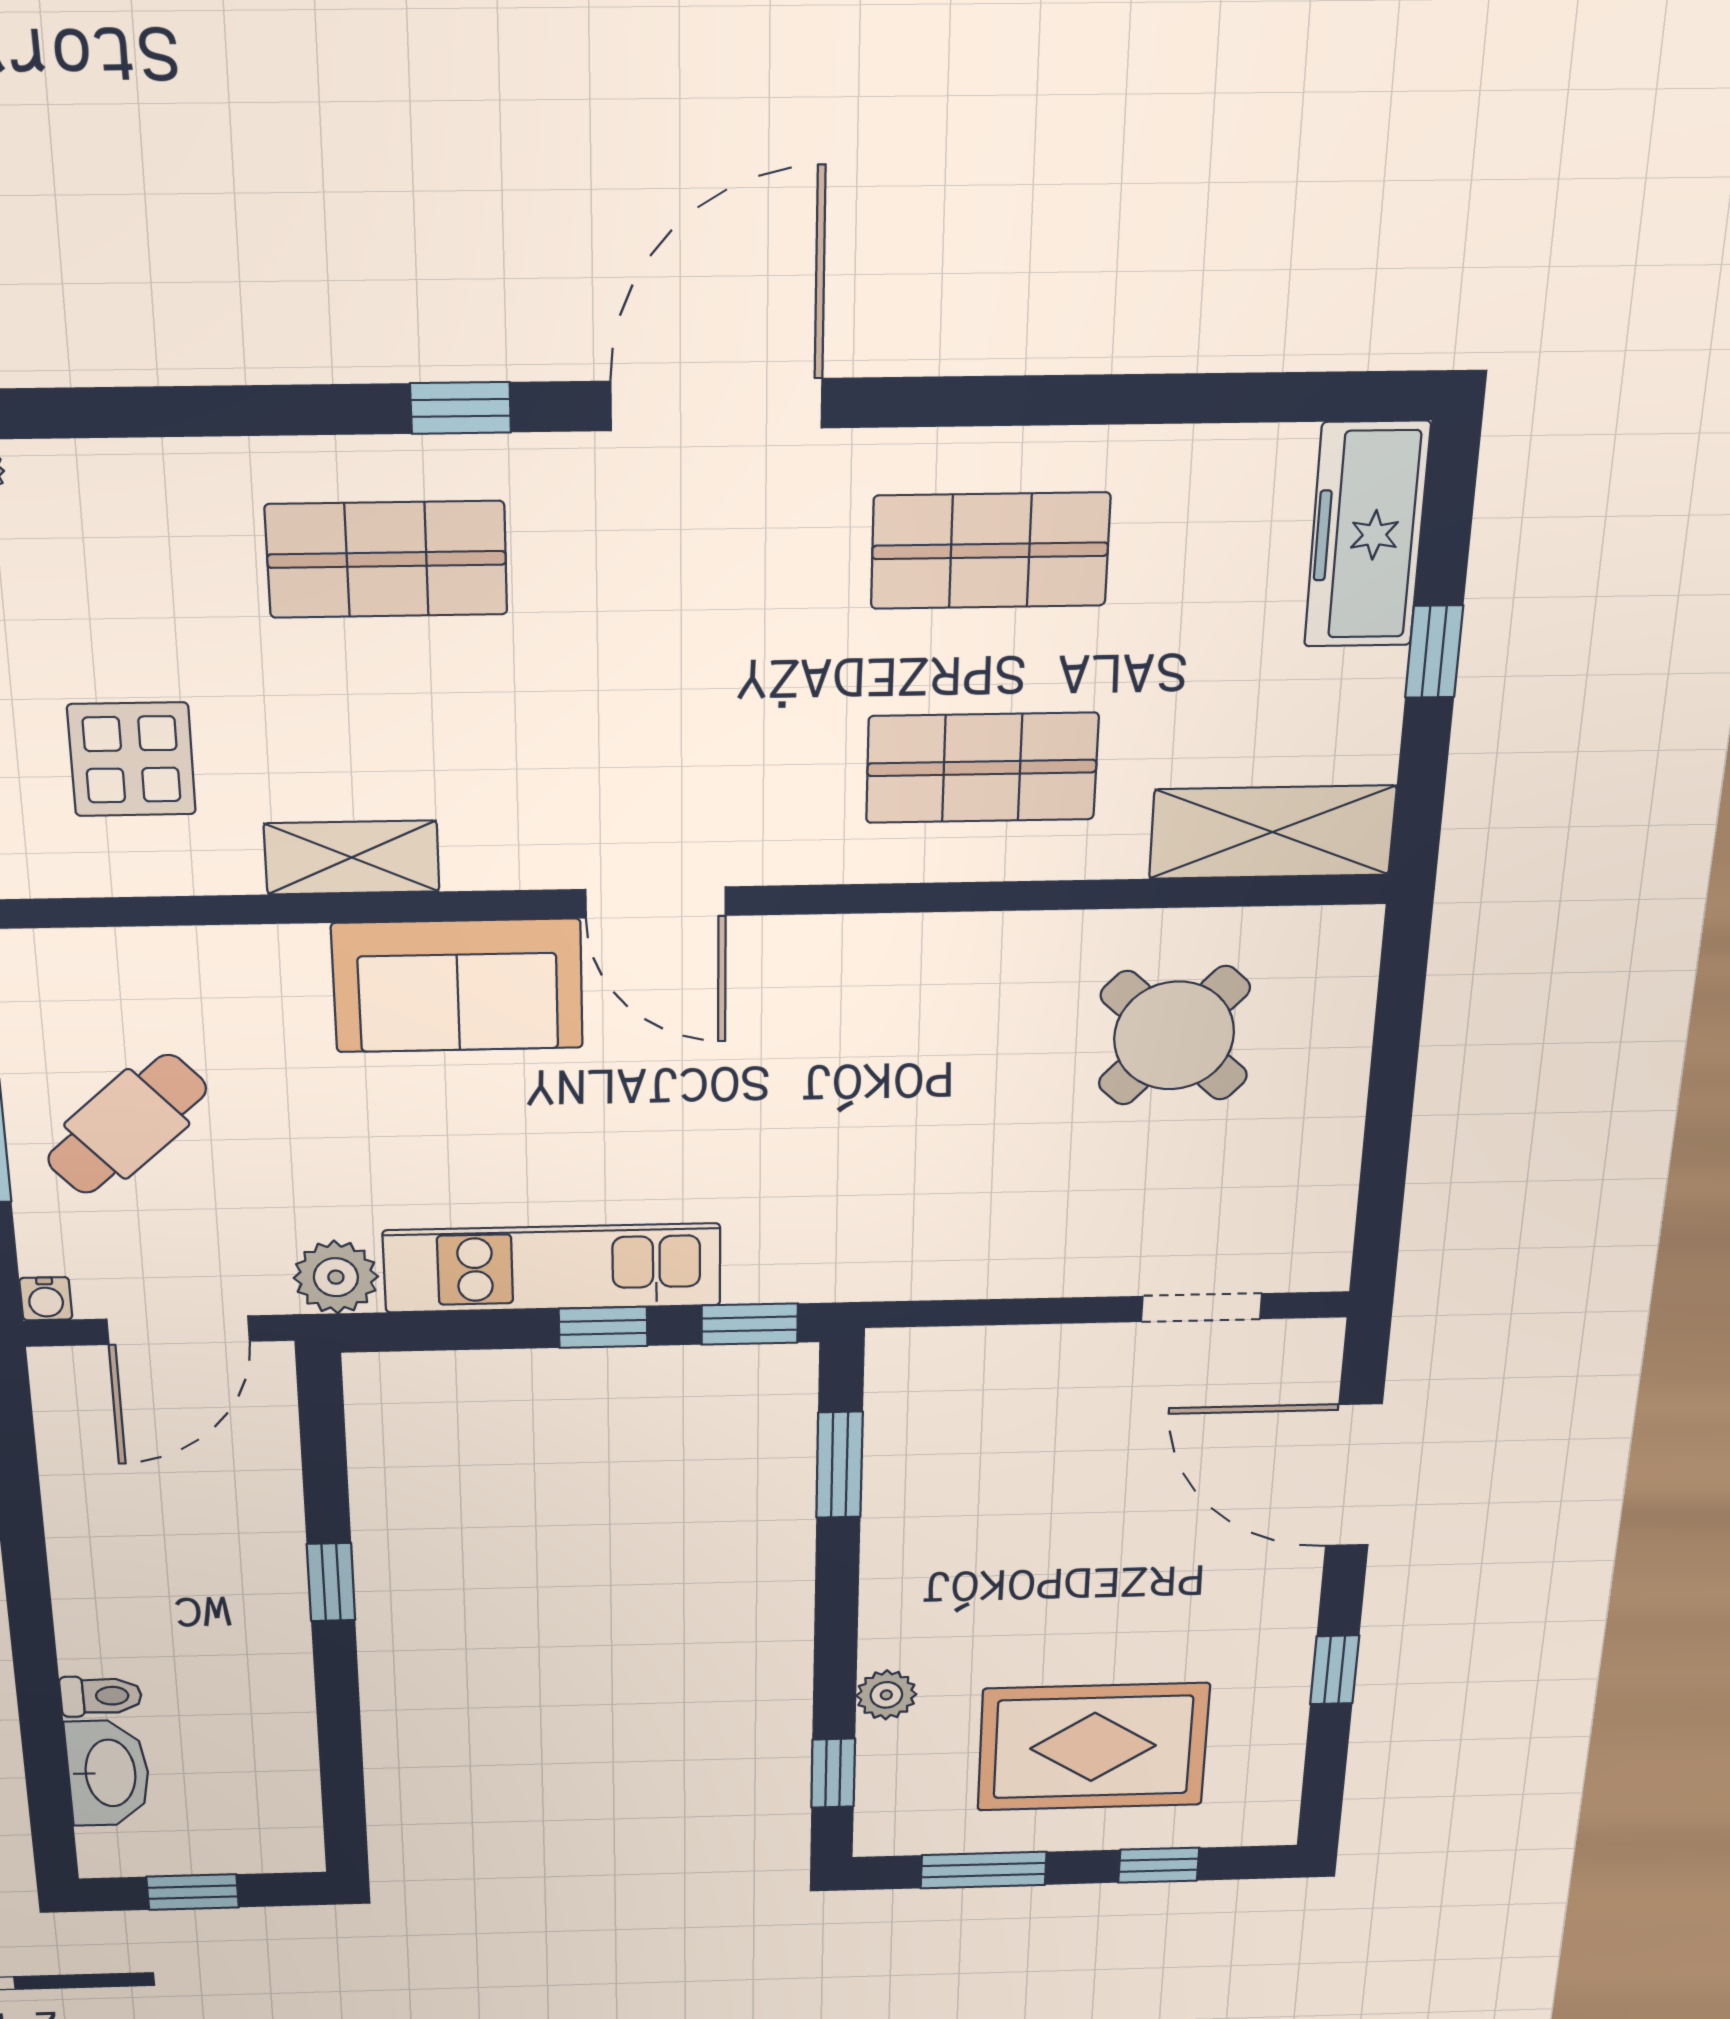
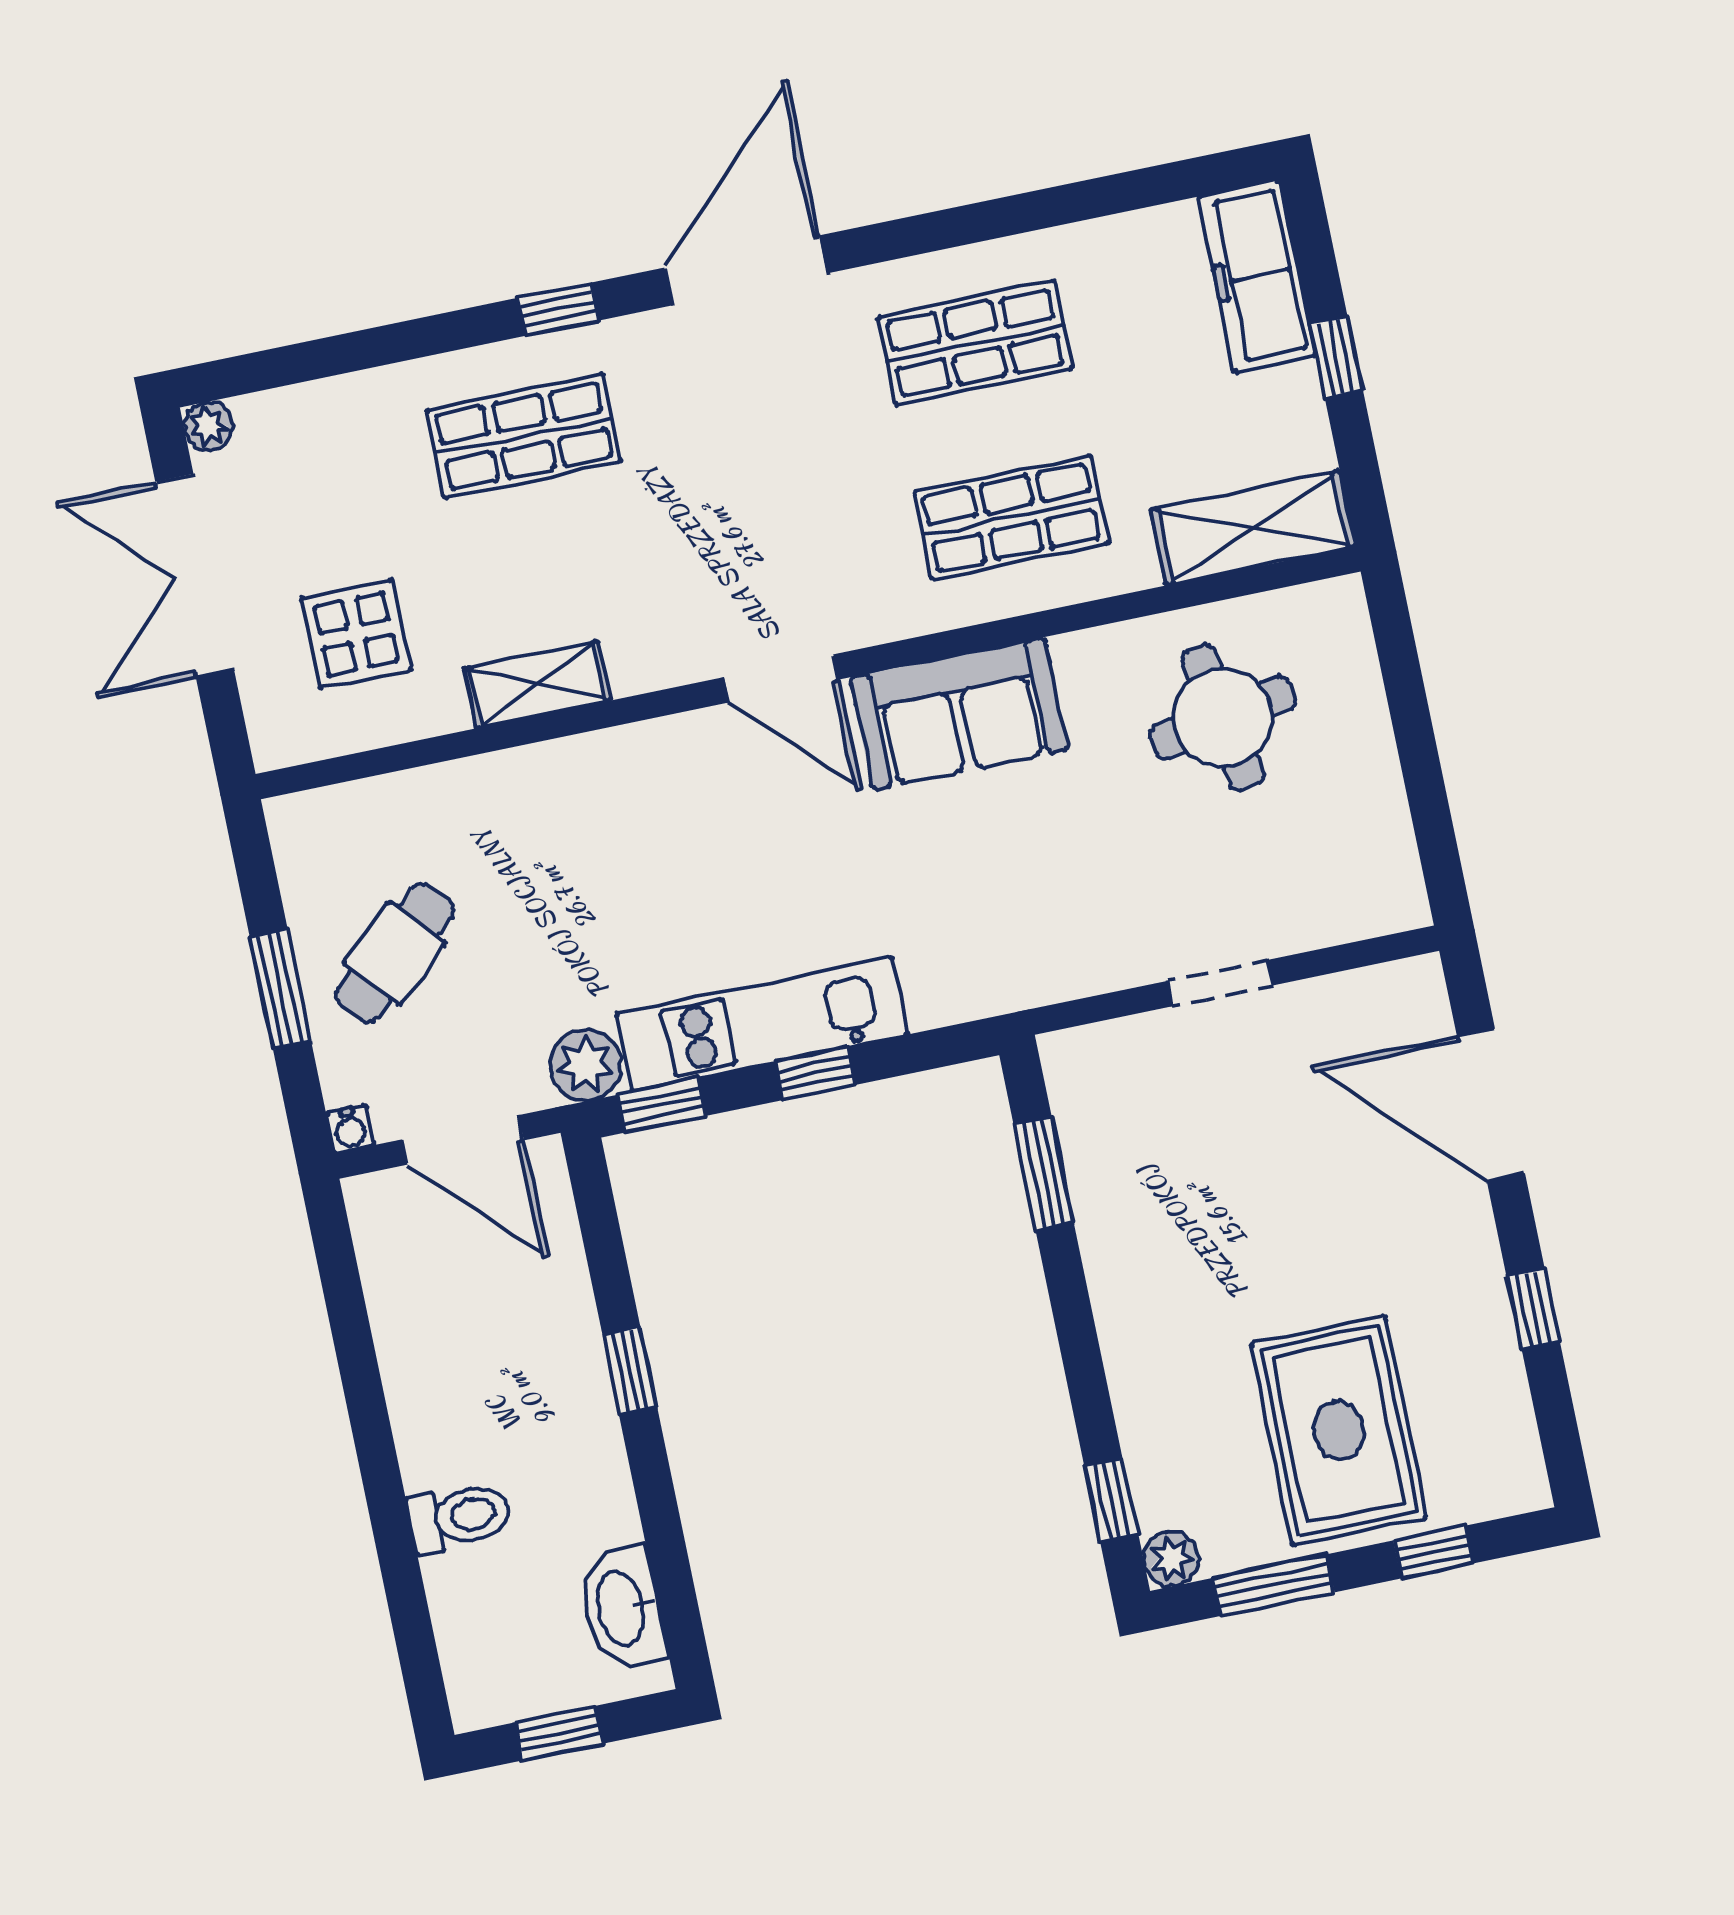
sofa: (458, 986) -> (959, 714), moved
round table: (1174, 1036) -> (1223, 718), turned 37
doorway: (1201, 1308) -> (1220, 983), moved
window: (750, 1324) -> (662, 1105), moved
door: (178, 1330) -> (463, 1140), hinge flipped
plant: (886, 1695) -> (1171, 1559), moved
toilet: (101, 1696) -> (460, 1517), width x1.37, depth x1.39
rug: (1093, 1747) -> (1339, 1430), turned 90
washbasin: (108, 1773) -> (623, 1608), moved, turned 180

